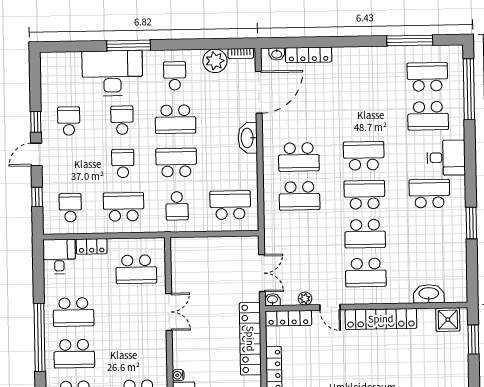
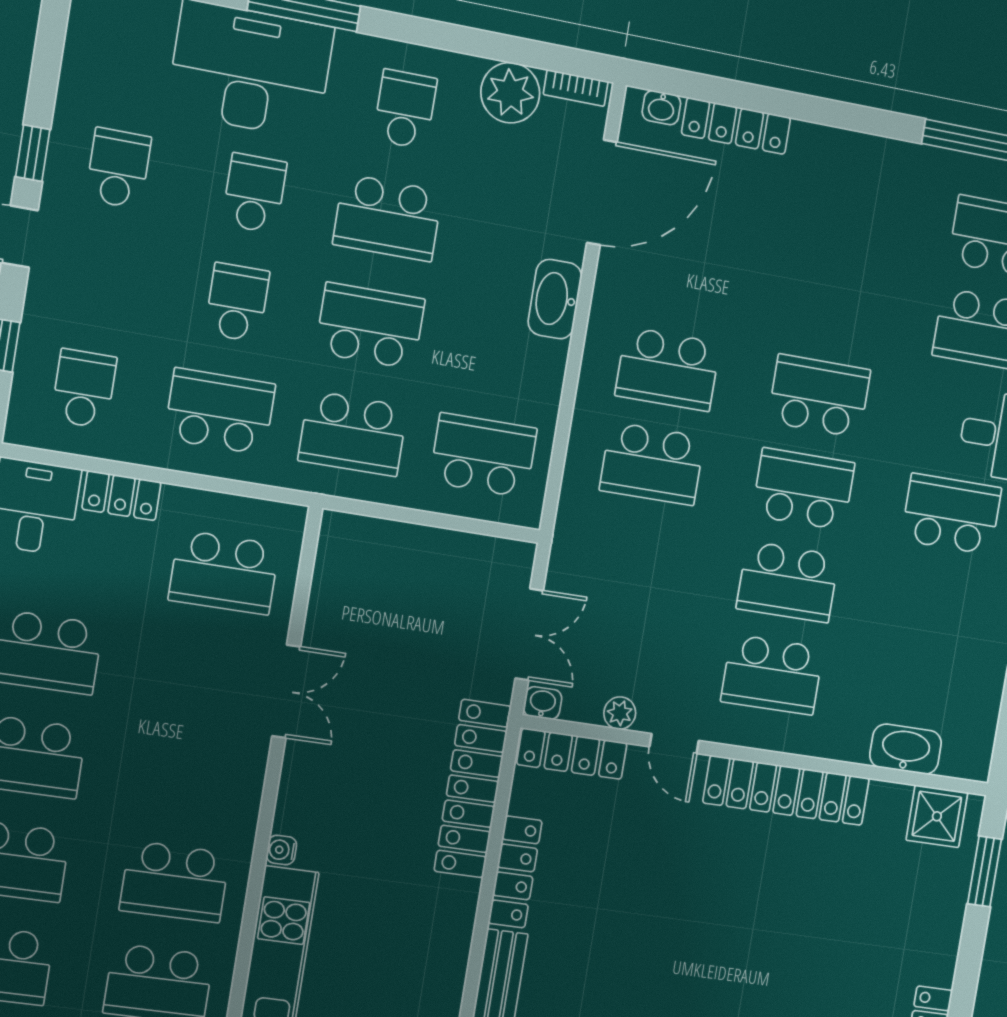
school desk: (177, 206) -> (353, 433), width x1.85

